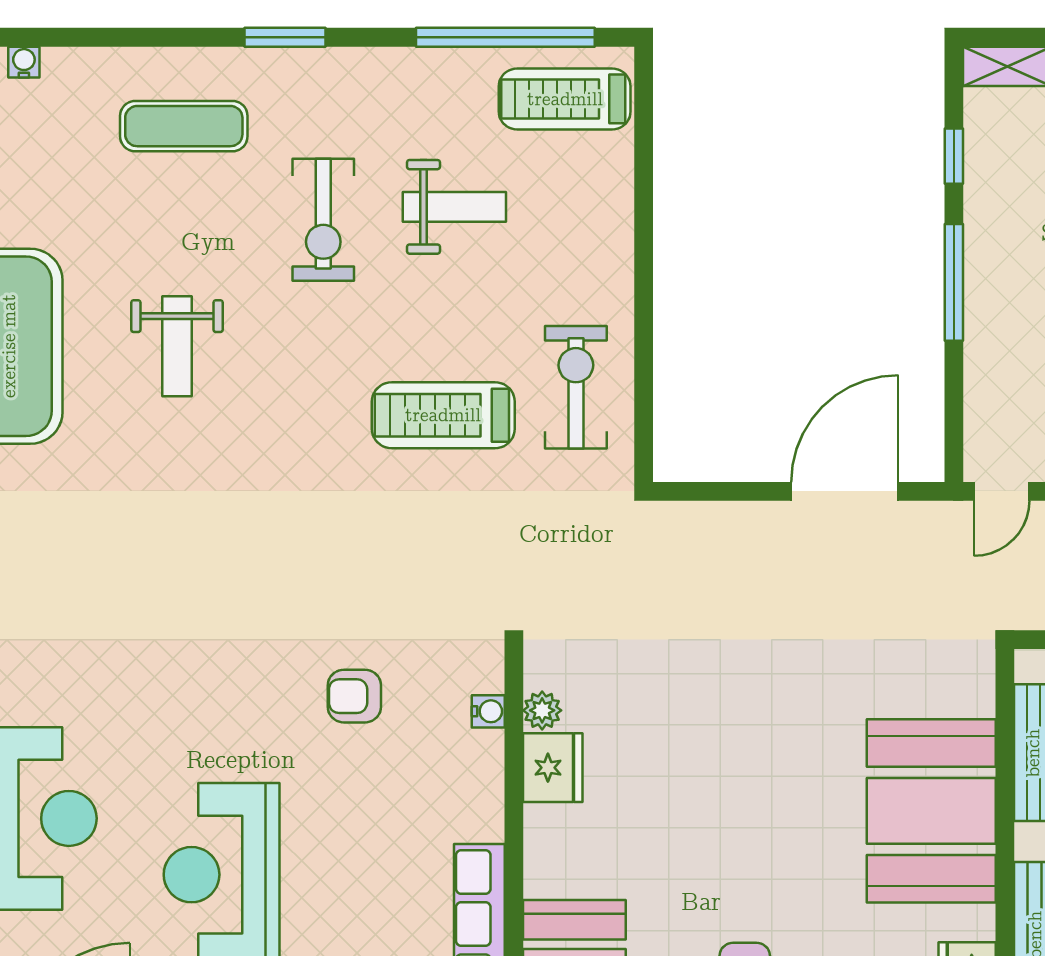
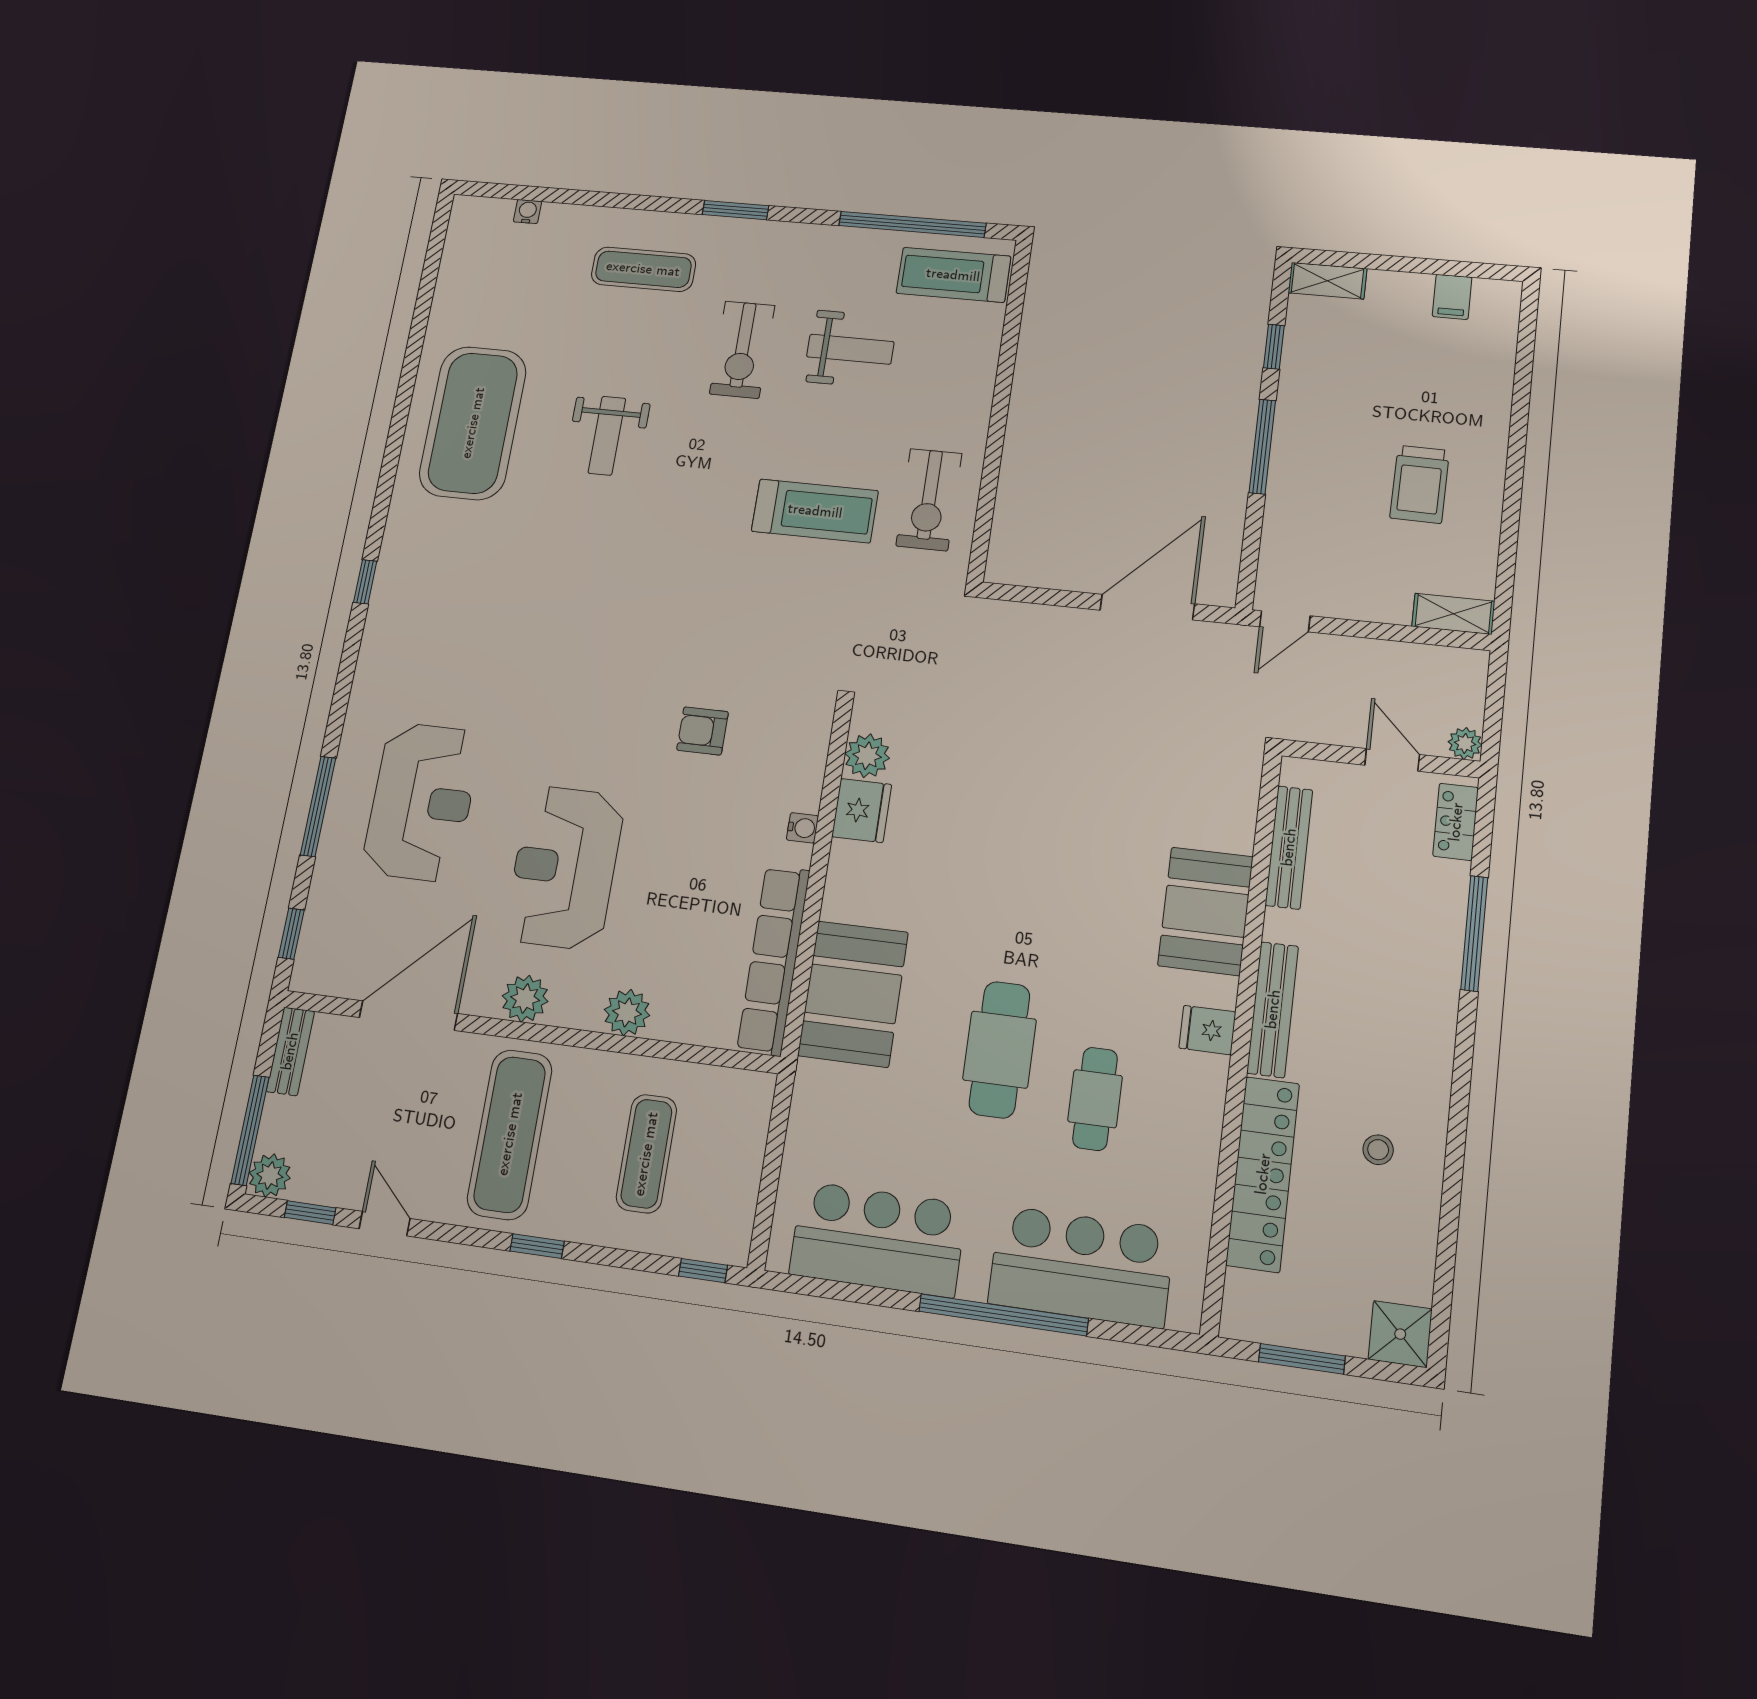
exercise bike: (576, 387) -> (929, 500), turned 180
treadmill: (443, 415) -> (815, 511), turned 180
plant: (542, 710) -> (867, 756), width x1.38, depth x1.38
water cooler: (488, 711) -> (802, 828), moved
booth: (931, 811) -> (1206, 911), width x0.73, depth x0.70

